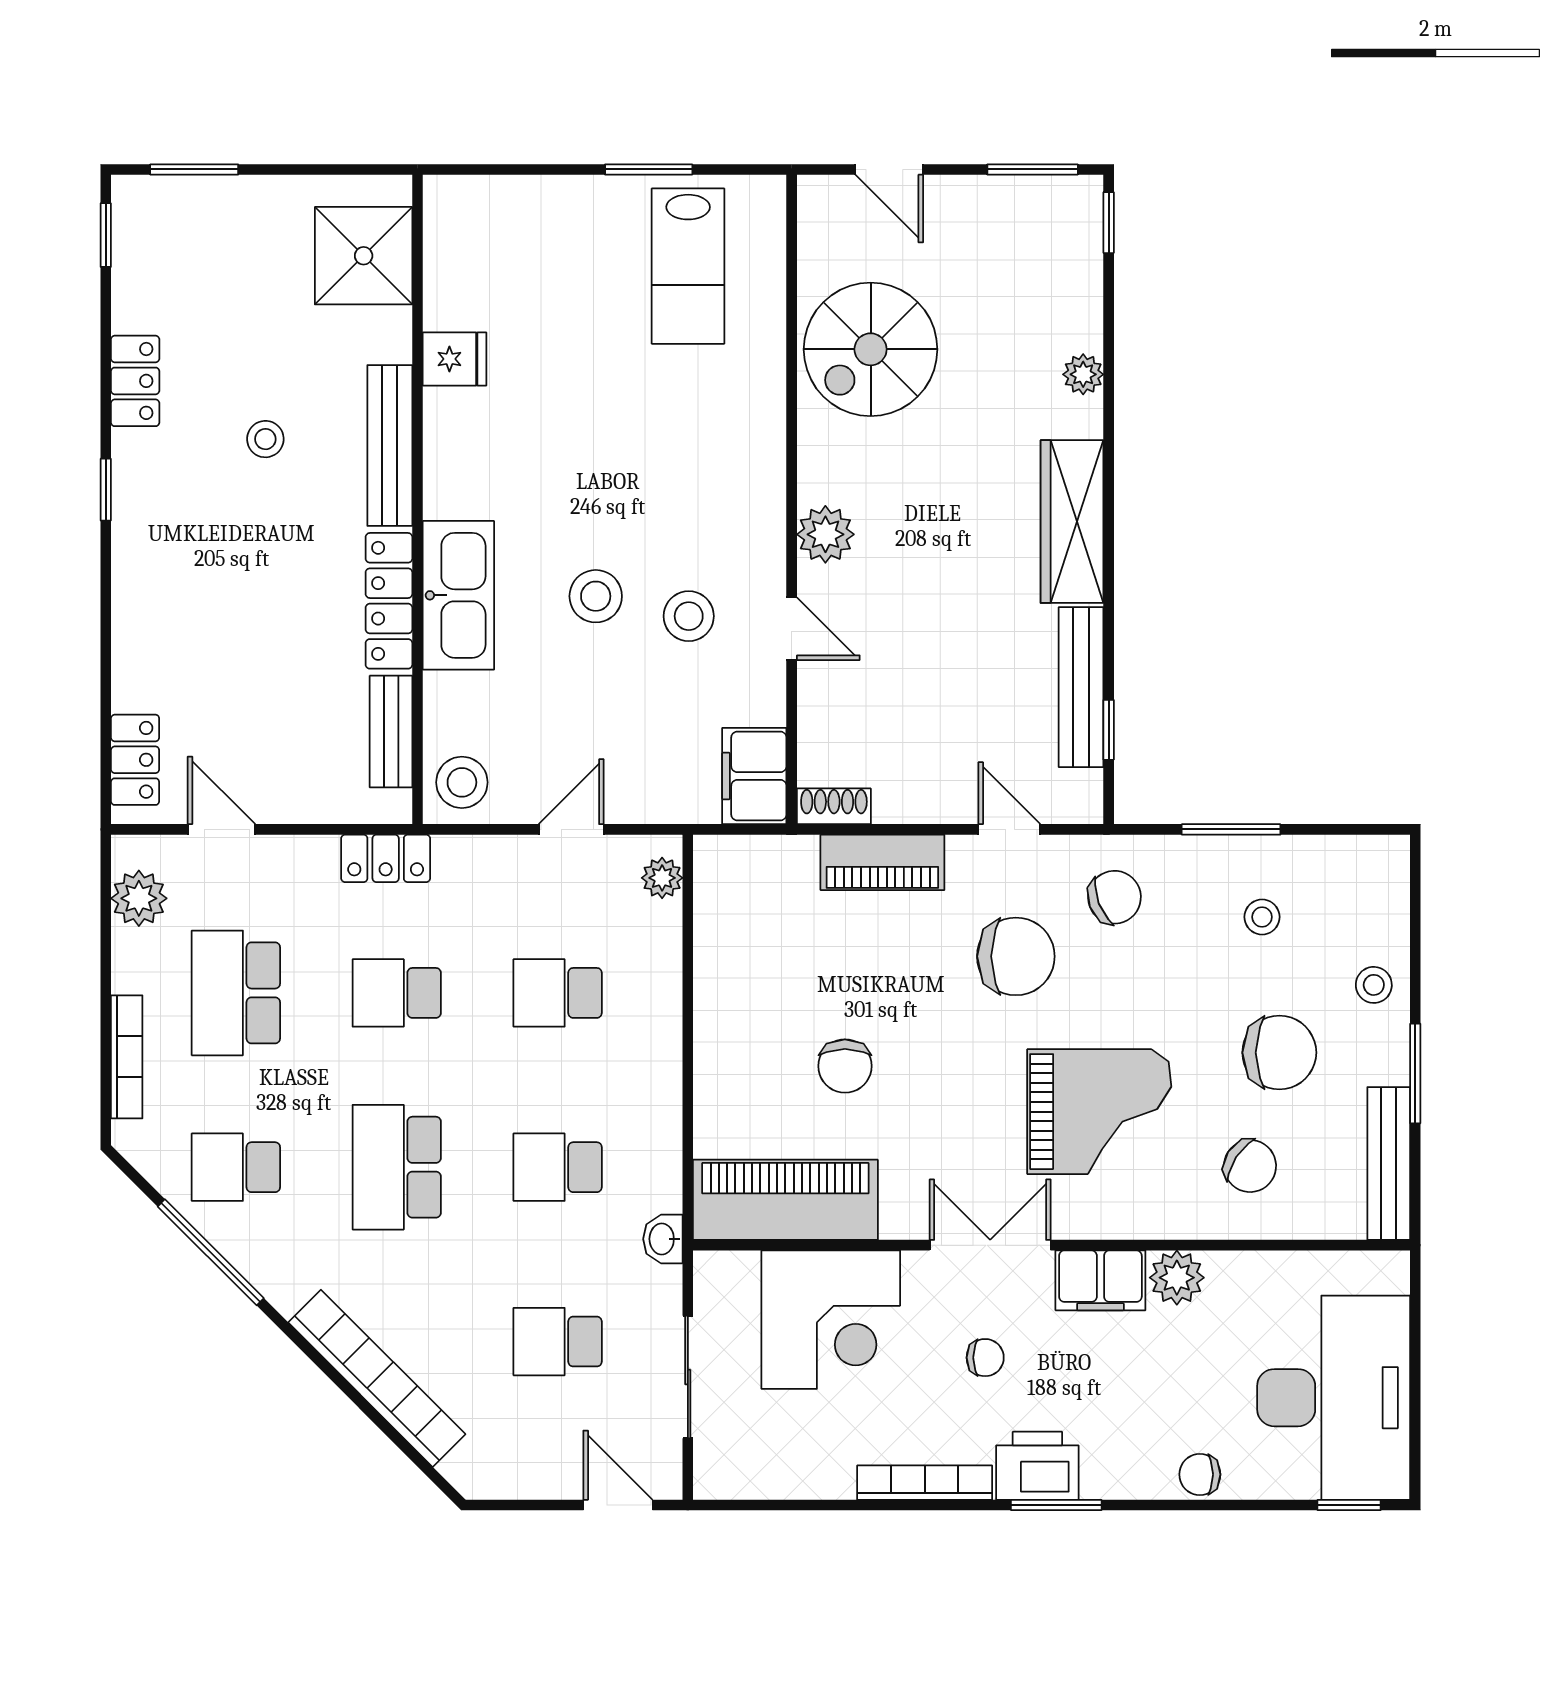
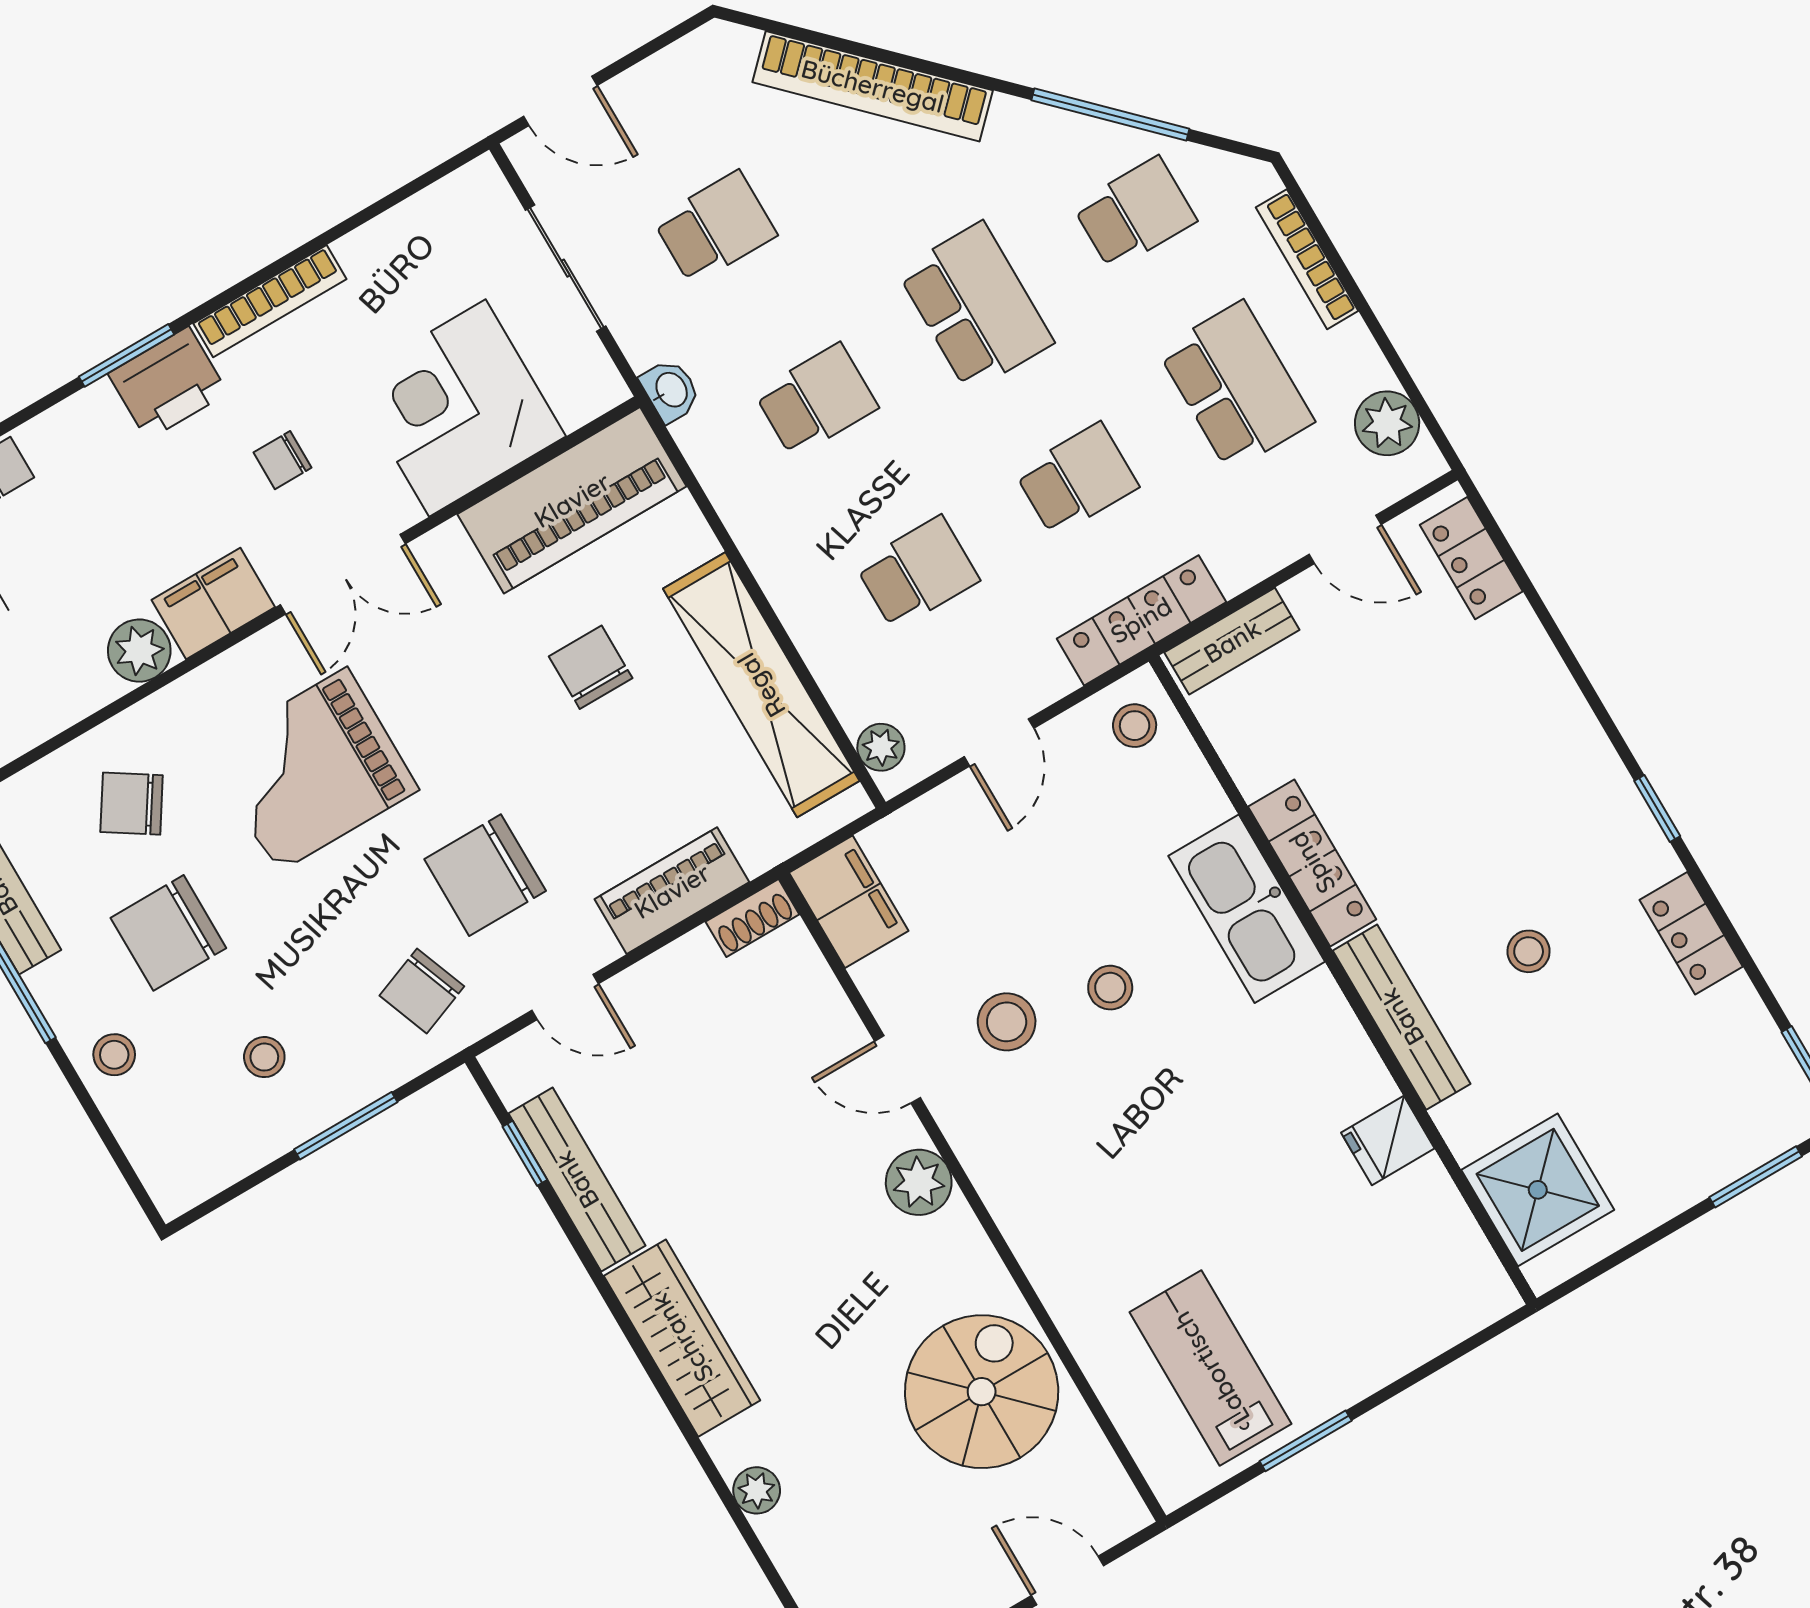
stool: (596, 596) -> (1110, 988), width x0.73, depth x0.73
bench: (391, 732) -> (1232, 641), moved, turned 90
stool: (462, 782) -> (1135, 726), width x0.73, depth x0.73
locker: (386, 858) -> (1141, 620), width x1.53
shelving: (724, 978) -> (761, 685), added

